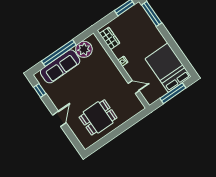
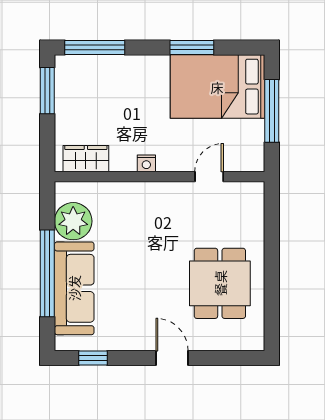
window: (176, 49) -> (192, 48), added

